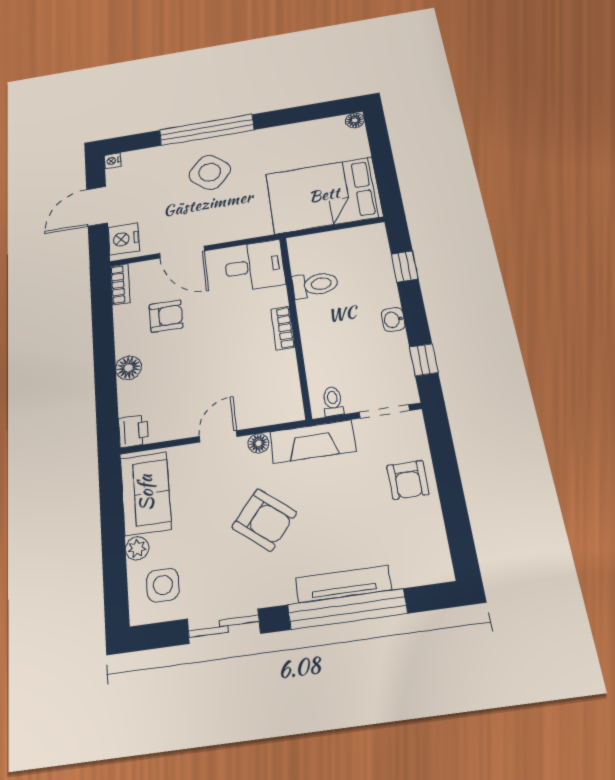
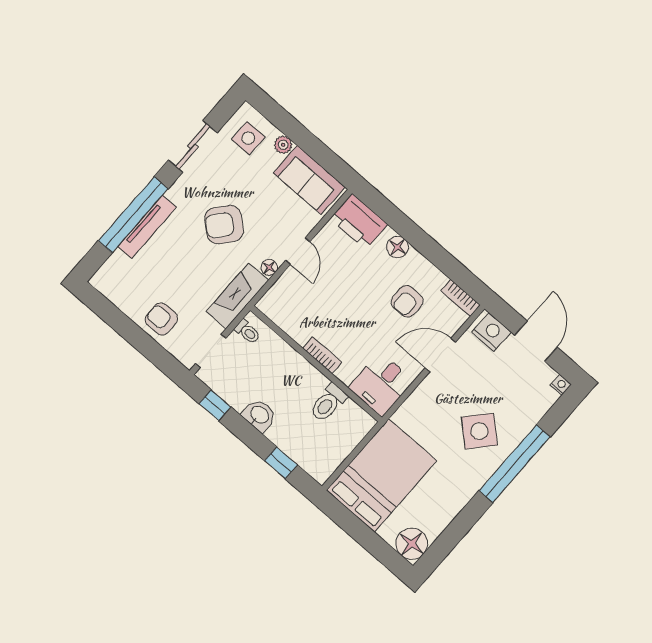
floor lamp: (355, 120) -> (412, 544), width x1.89, depth x1.89
washbasin: (393, 319) -> (259, 415), width x1.38, depth x1.45
printer: (133, 431) -> (359, 222), width x1.87, depth x1.48

